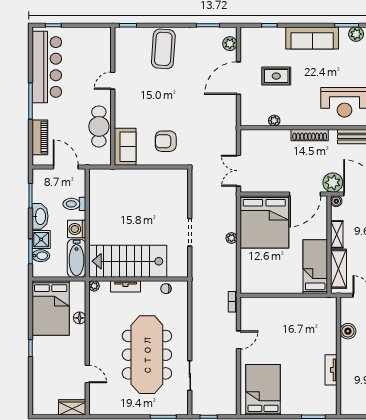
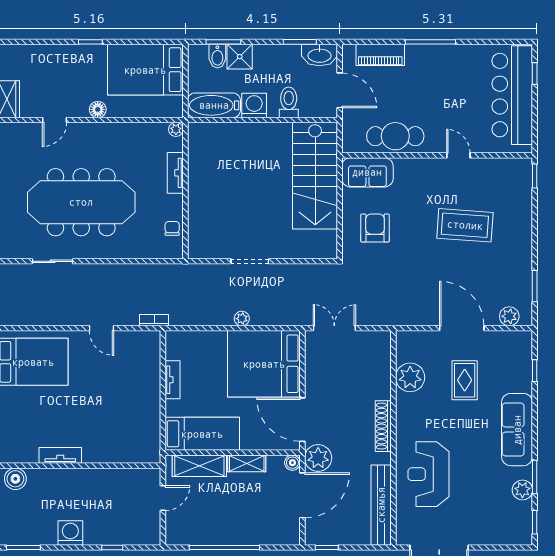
coffee table: (163, 49) -> (465, 225), moved
bar counter: (47, 67) -> (512, 95), moved, turned 90
plant: (274, 121) -> (410, 377), width x1.88, depth x1.88
door: (66, 167) -> (340, 90), hinge flipped
washbasin: (40, 216) -> (319, 55), moved
stairs: (128, 261) -> (315, 176), moved, turned 180
tv unit: (276, 288) -> (173, 380), added
floor lamp: (80, 318) -> (98, 109), moved
boiler: (348, 331) -> (15, 479), moved

